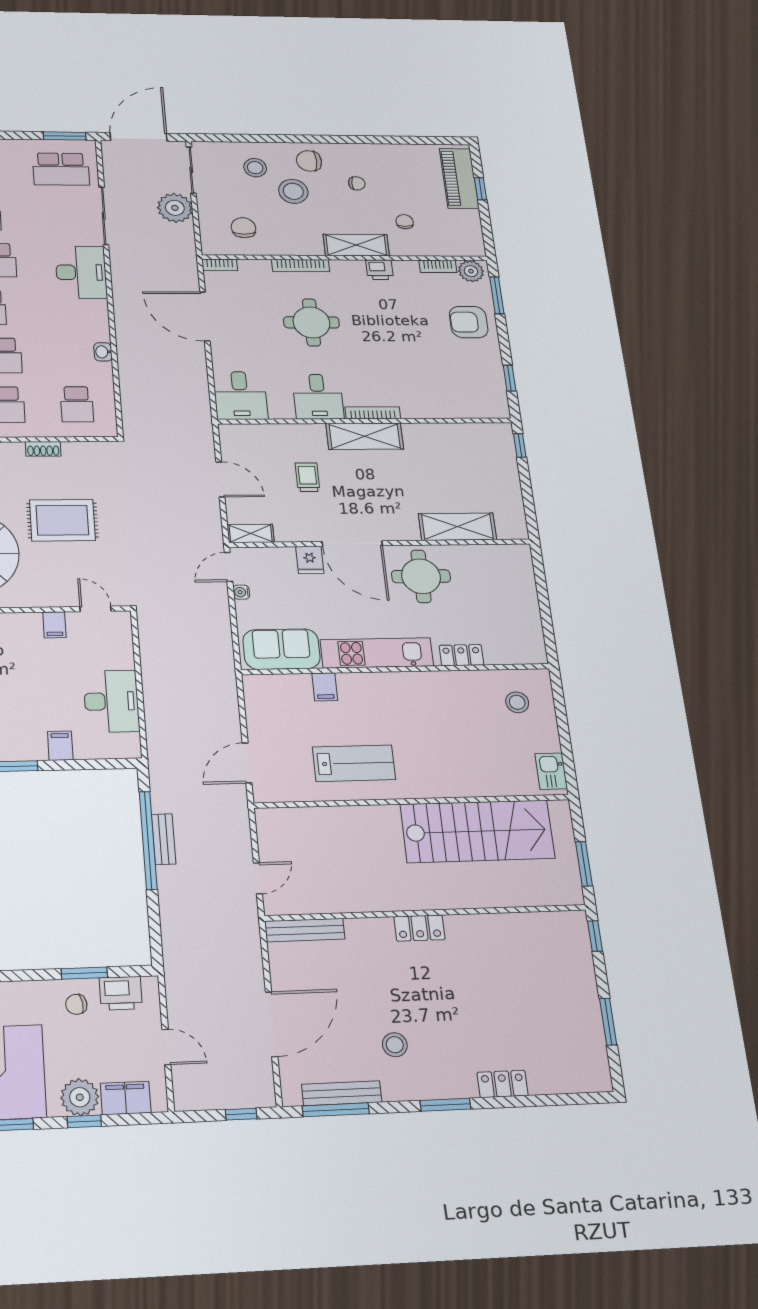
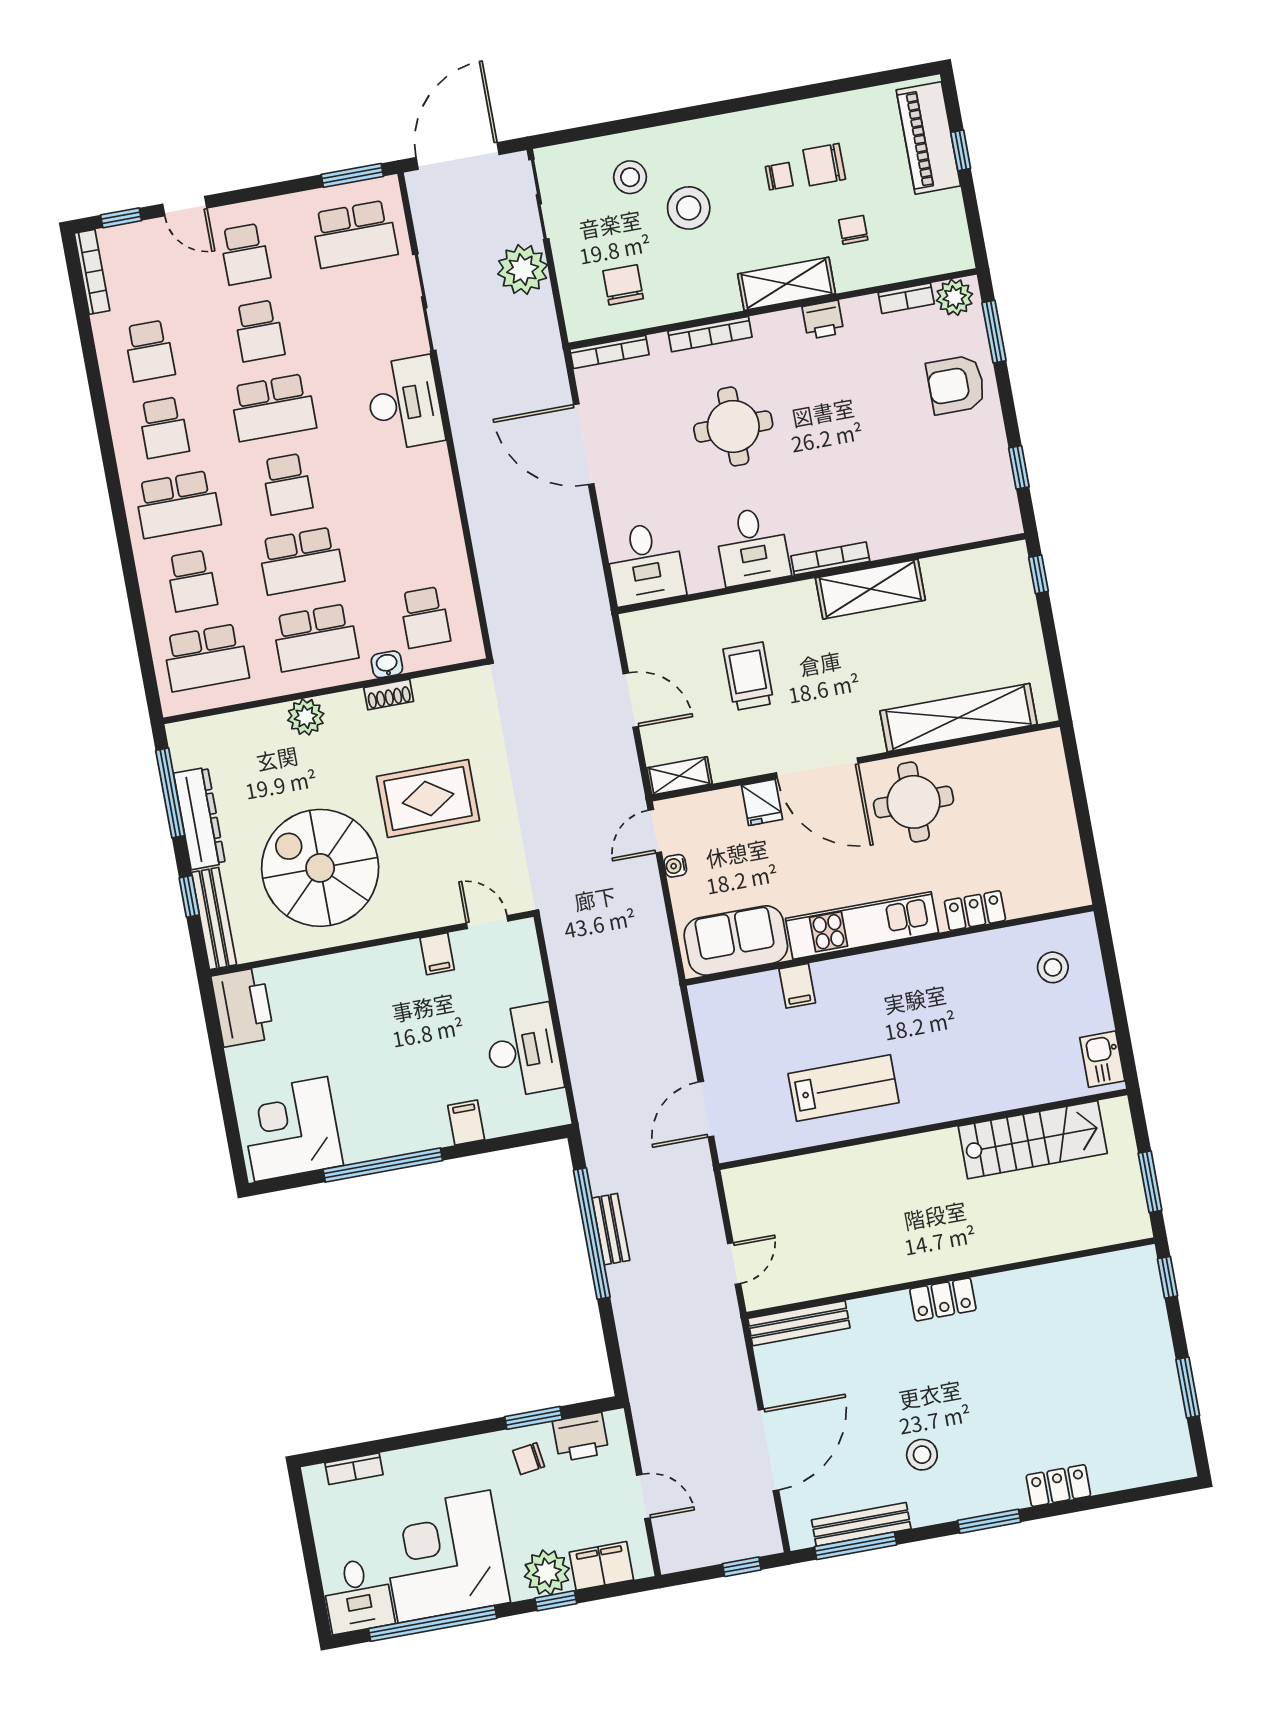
chair: (309, 161) -> (824, 165), moved
bookcase: (220, 265) -> (609, 352), width x1.56
washbasin: (103, 352) -> (387, 664), moved, turned 90
shelving: (365, 436) -> (870, 589), moved
trolley: (308, 477) -> (749, 676), width x1.36, depth x1.39
shelving: (457, 527) -> (959, 718), width x1.47
stairs: (478, 831) -> (1033, 1140), width x0.73, depth x0.66

